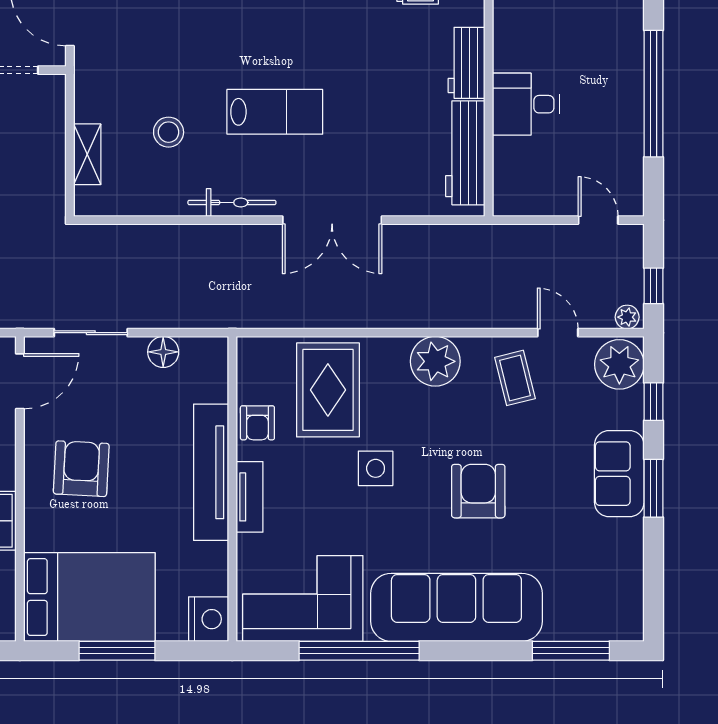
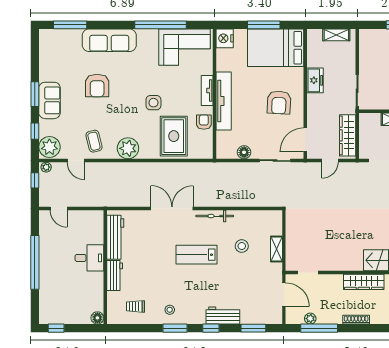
shelving: (87, 154) -> (276, 249), moved
armchair: (478, 491) -> (97, 86), moved
sofa: (456, 607) -> (109, 40), width x0.74, depth x0.79

